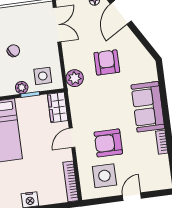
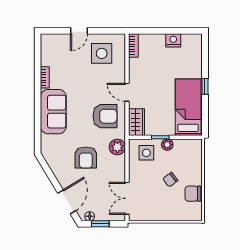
door: (72, 138) -> (127, 92), swing flipped
armchair: (108, 143) -> (105, 116), moved
bookcase: (71, 181) -> (133, 46), width x0.64

